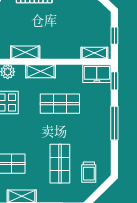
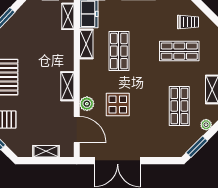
shelving: (41, 71) -> (86, 44), moved

